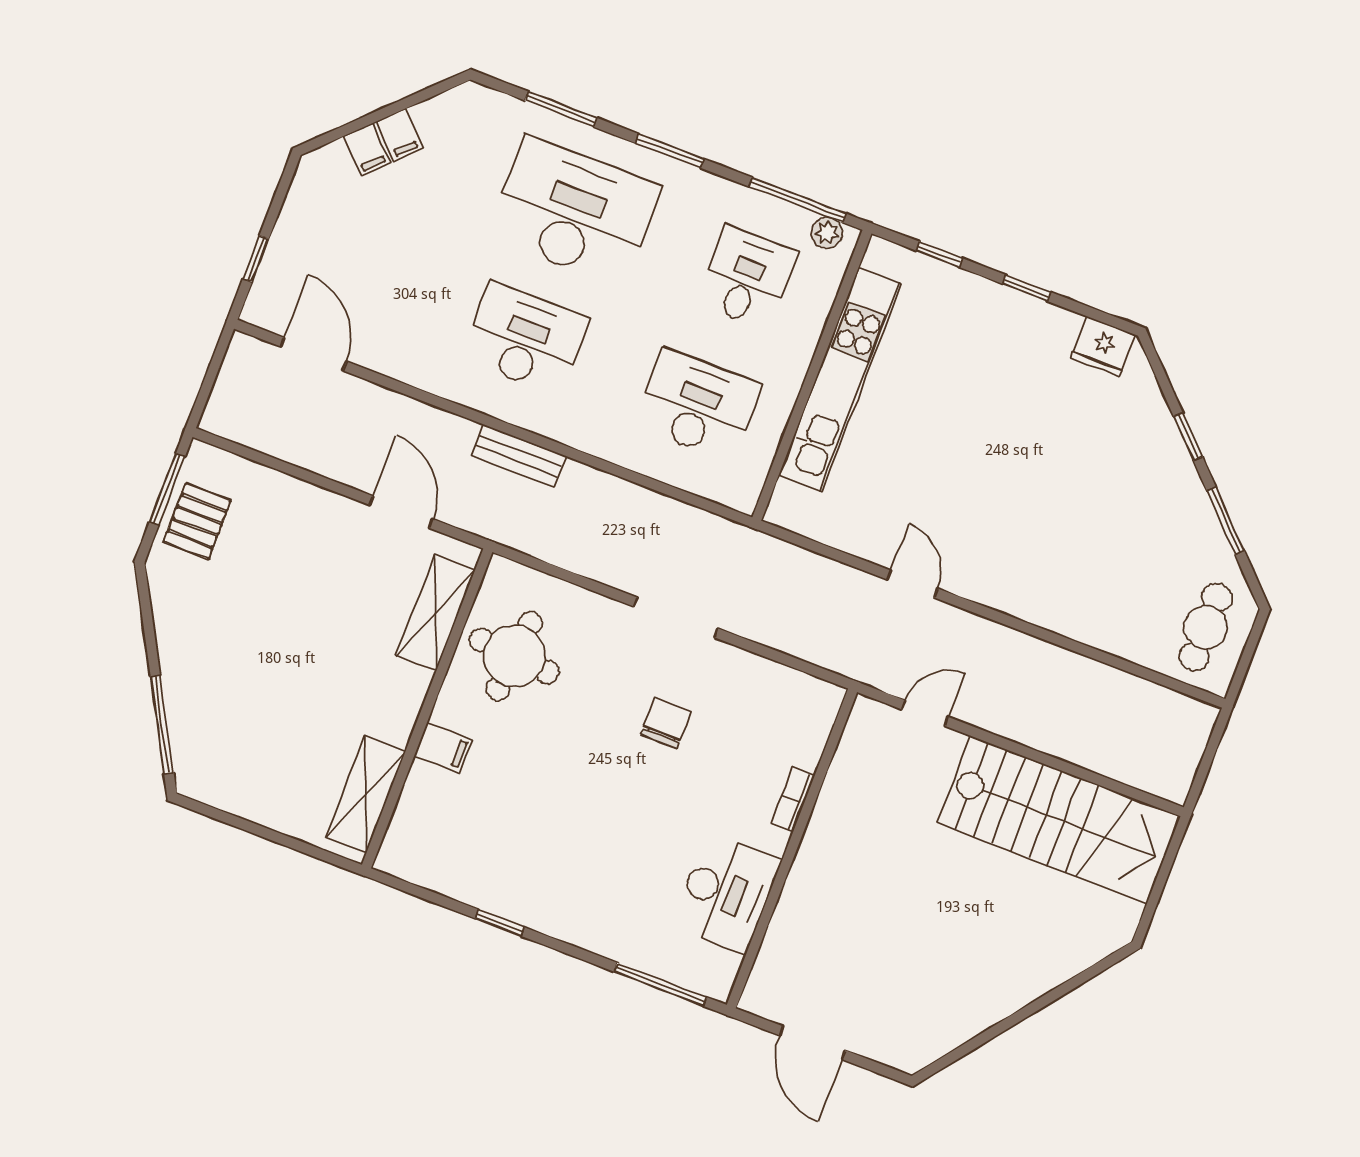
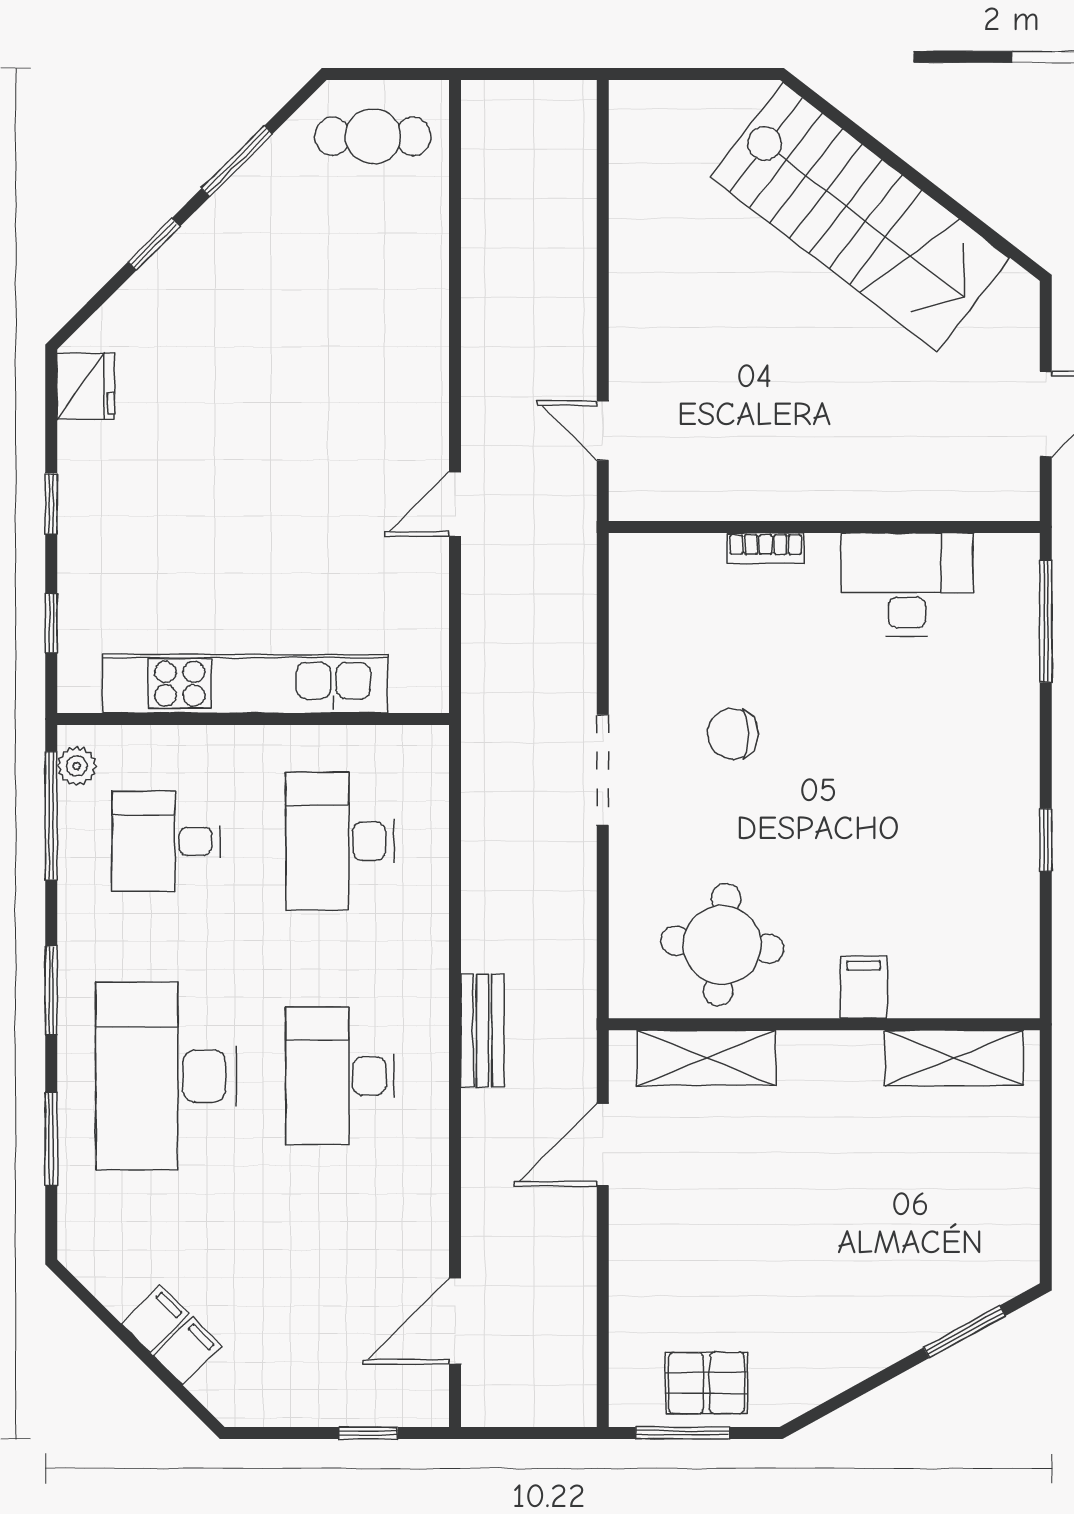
window: (162, 725) -> (964, 1332), width x0.69
stairs: (1059, 820) -> (860, 217), moved, turned 128

